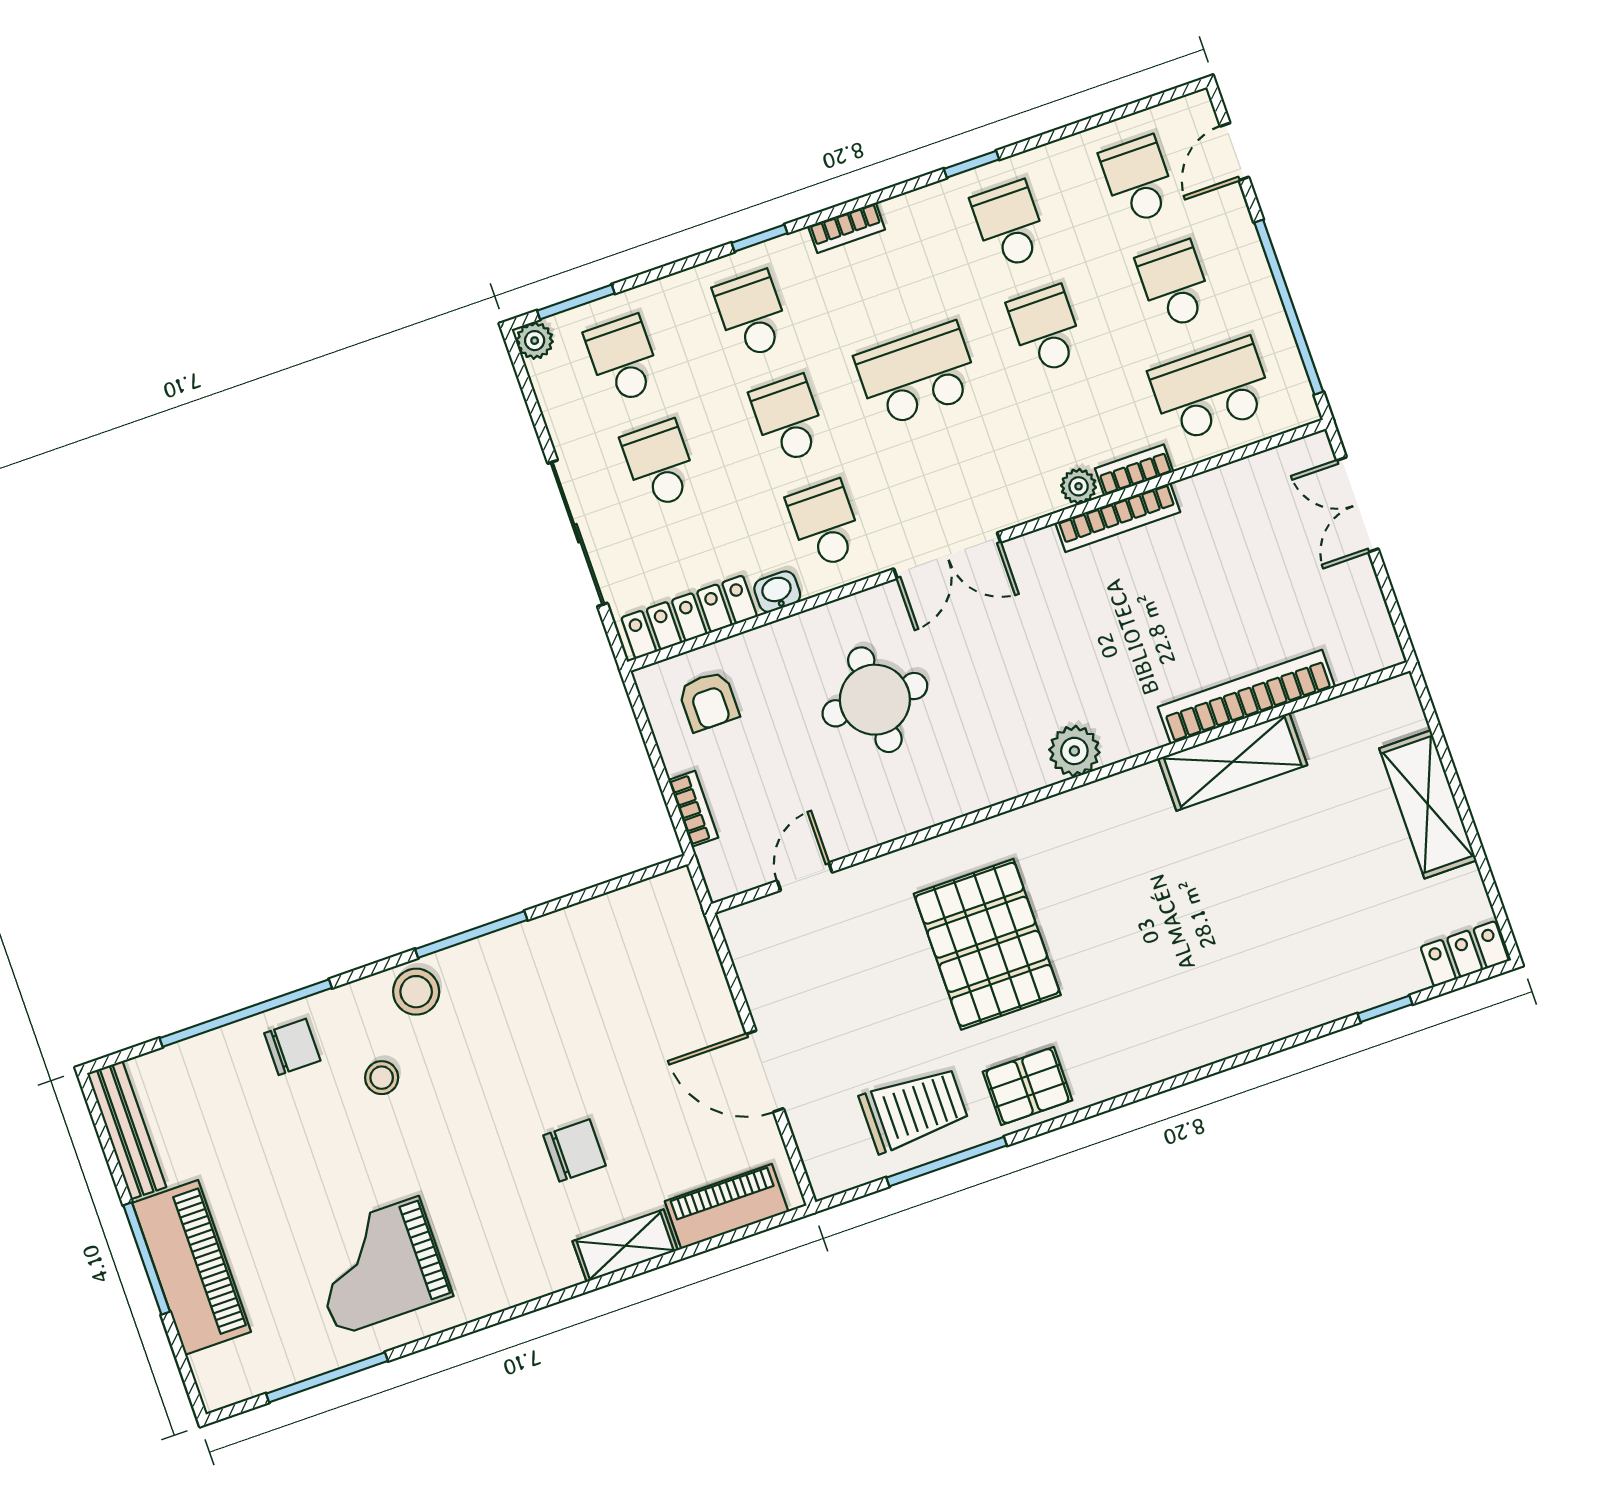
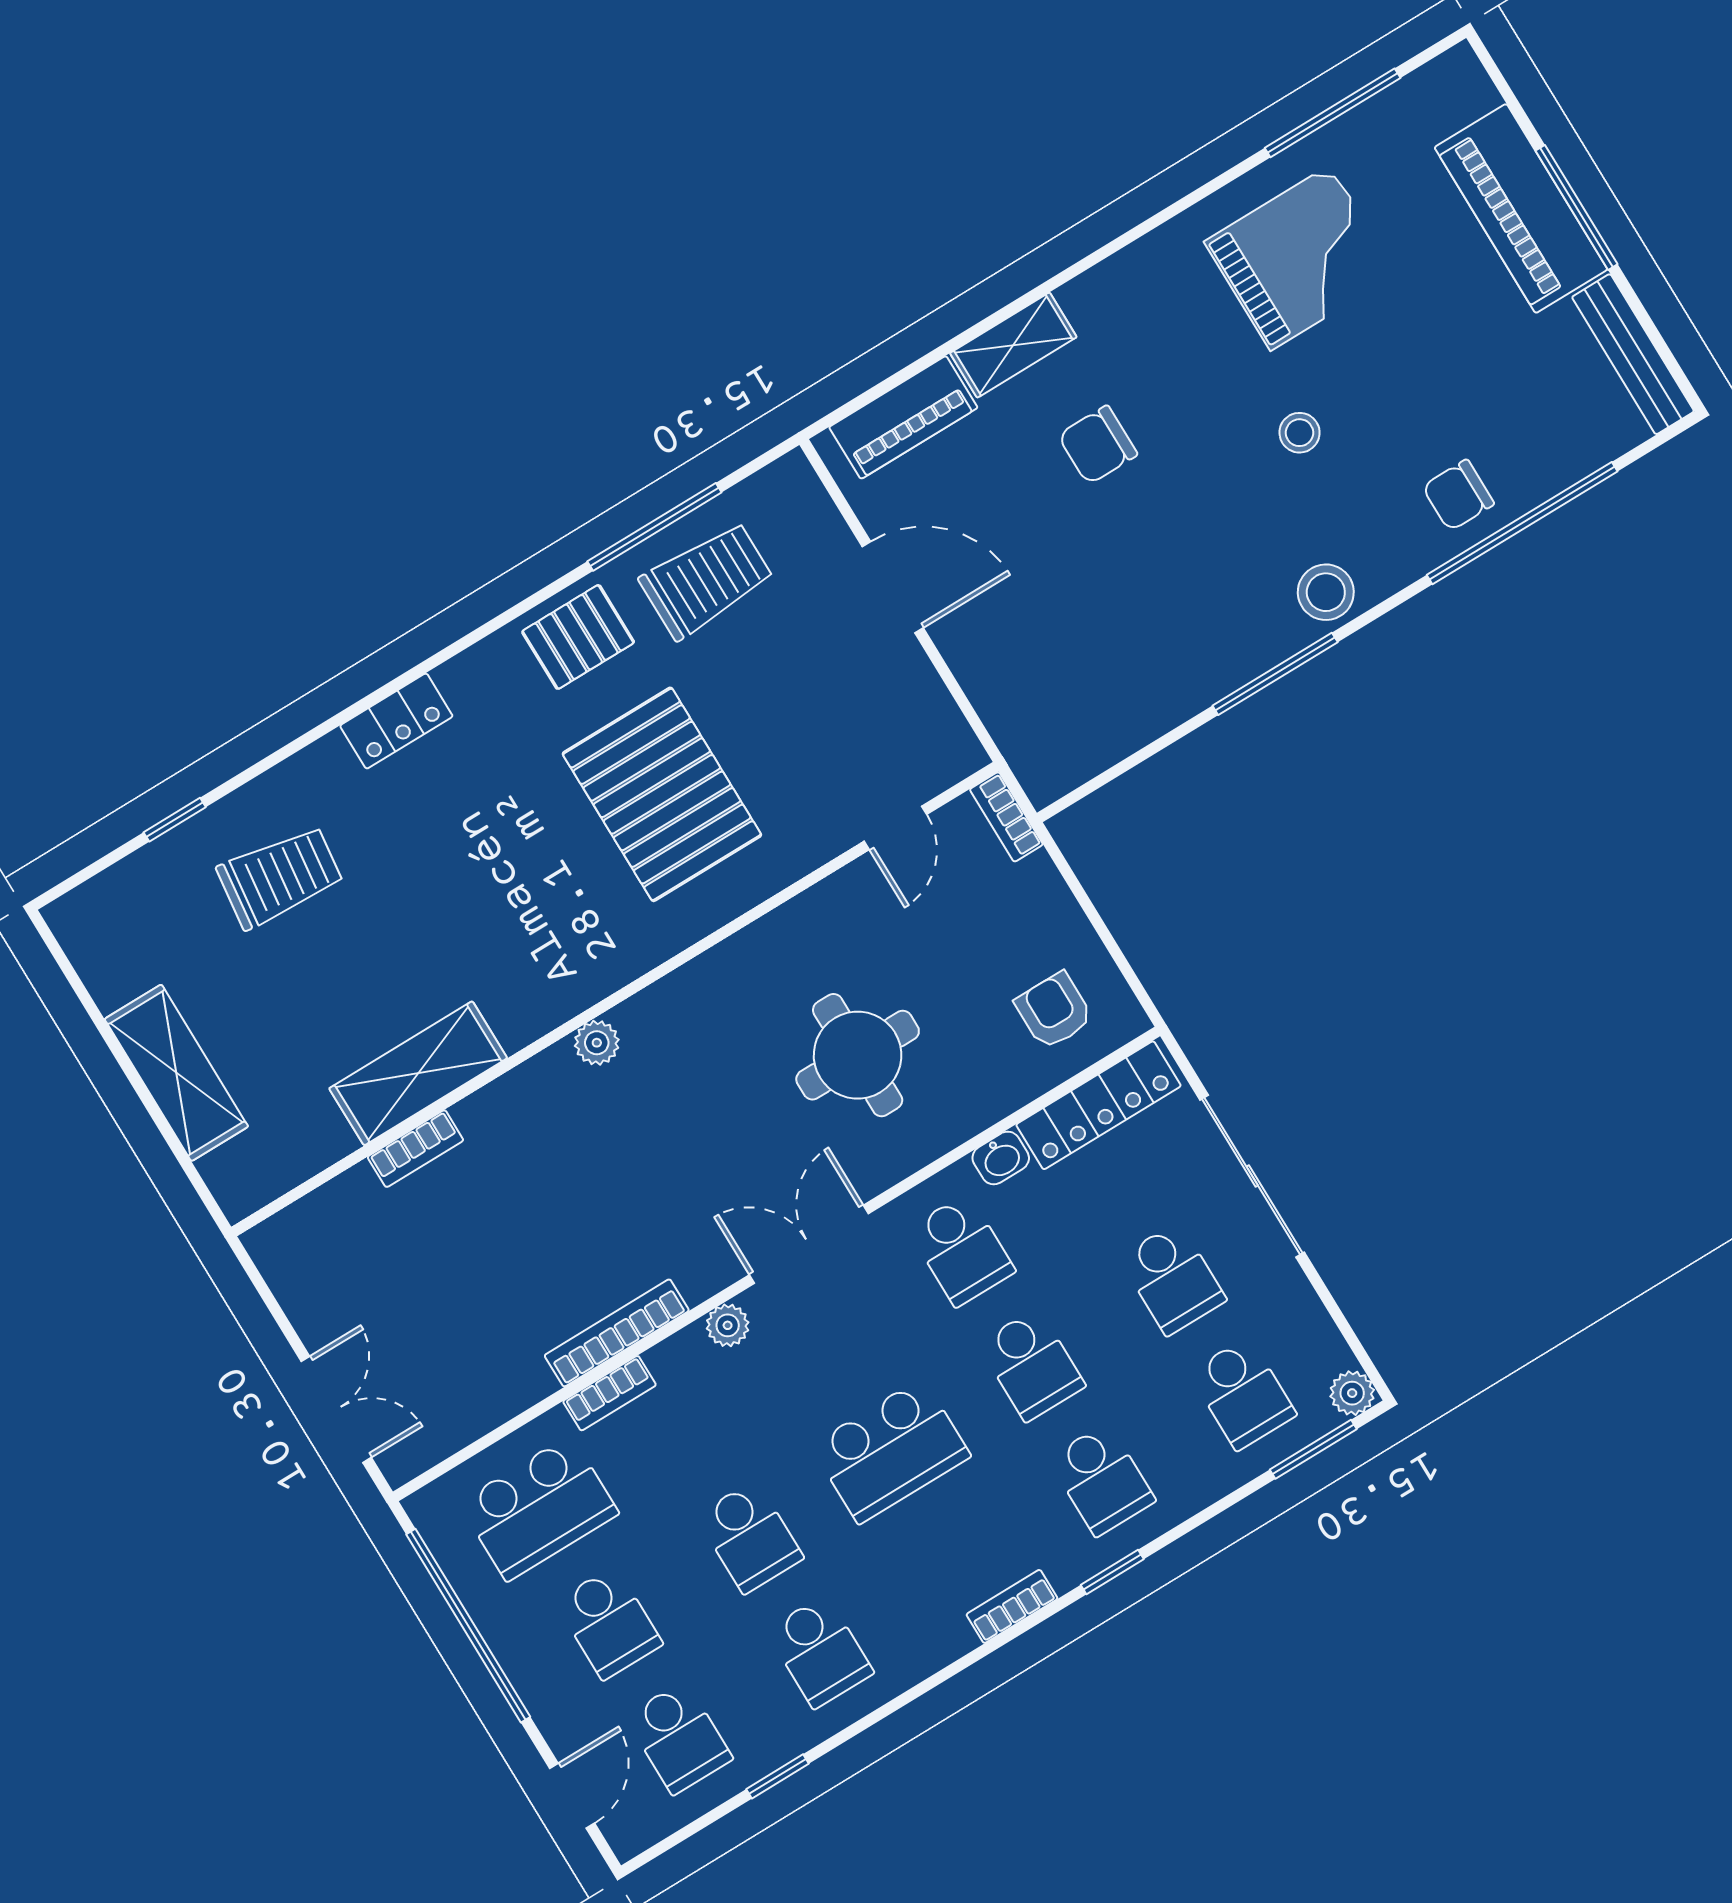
window: (971, 164) -> (777, 1776), moved
plant: (1079, 486) -> (728, 1325), moved
bookcase: (1246, 697) -> (415, 1149), width x0.43, depth x0.76
plant: (1074, 751) -> (597, 1043), width x0.73, depth x0.73
bookcase: (693, 809) -> (1006, 817), moved
trolley: (1310, 944) -> (280, 877), added
locker: (1465, 954) -> (396, 721), moved
stool: (382, 1078) -> (1300, 433), moved
trolley: (914, 1109) -> (707, 580), turned 180

